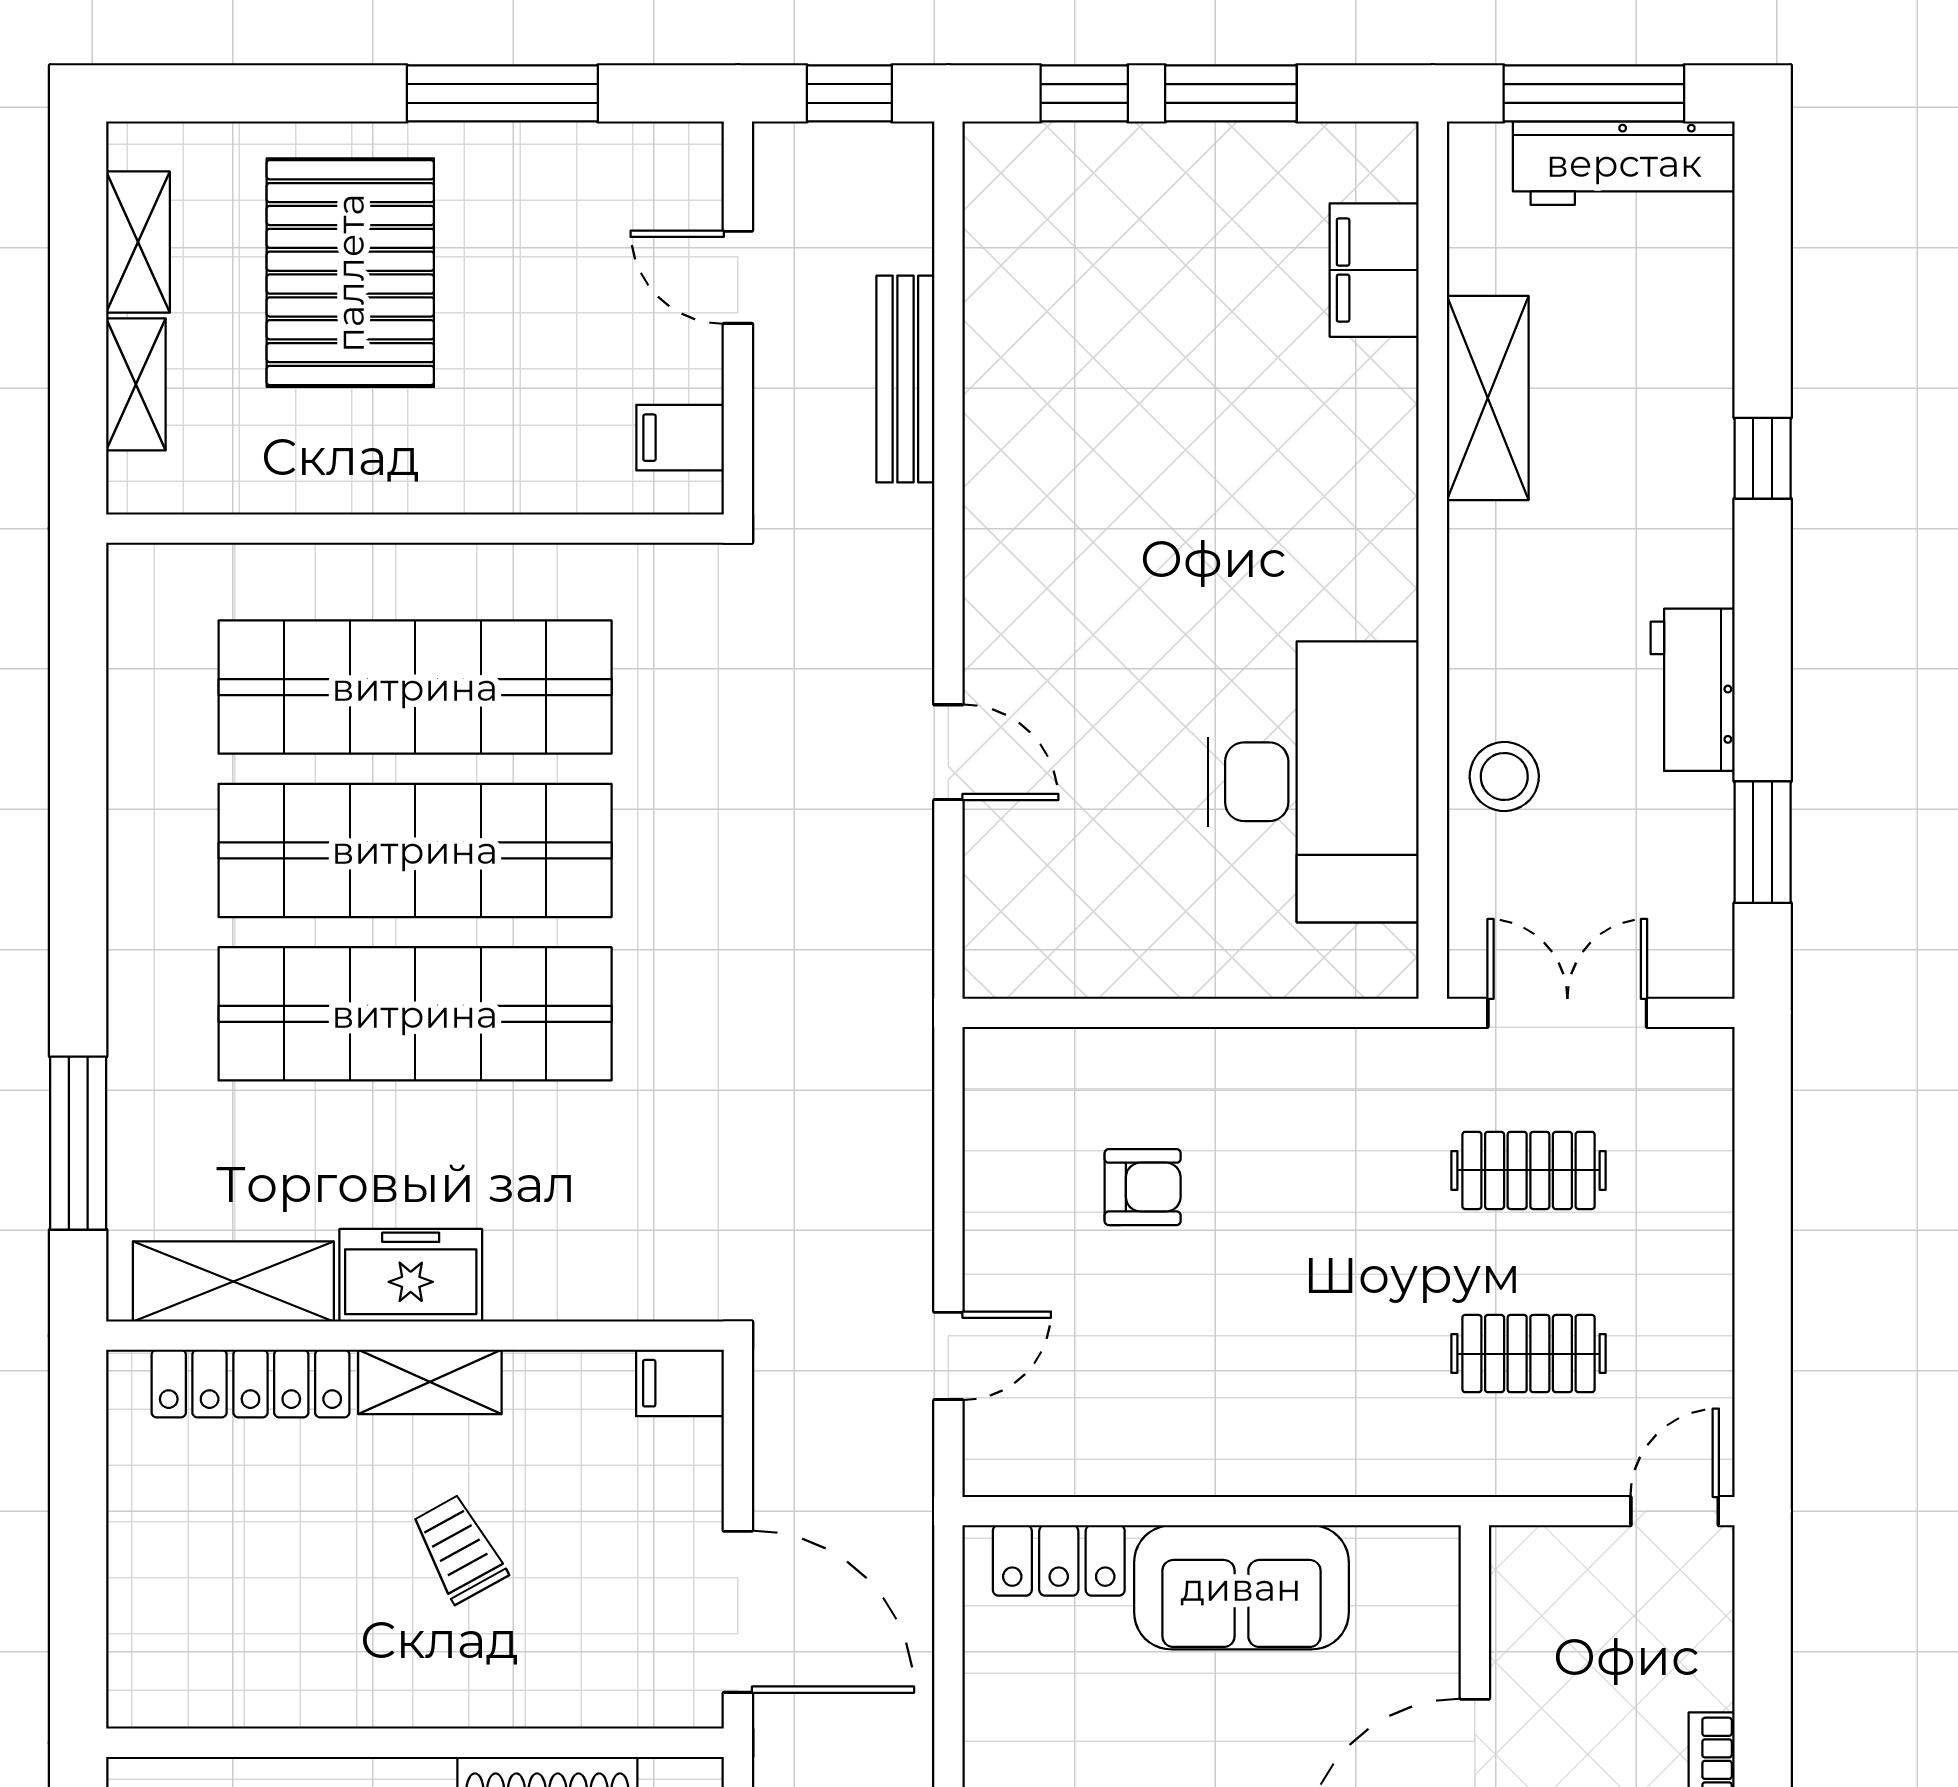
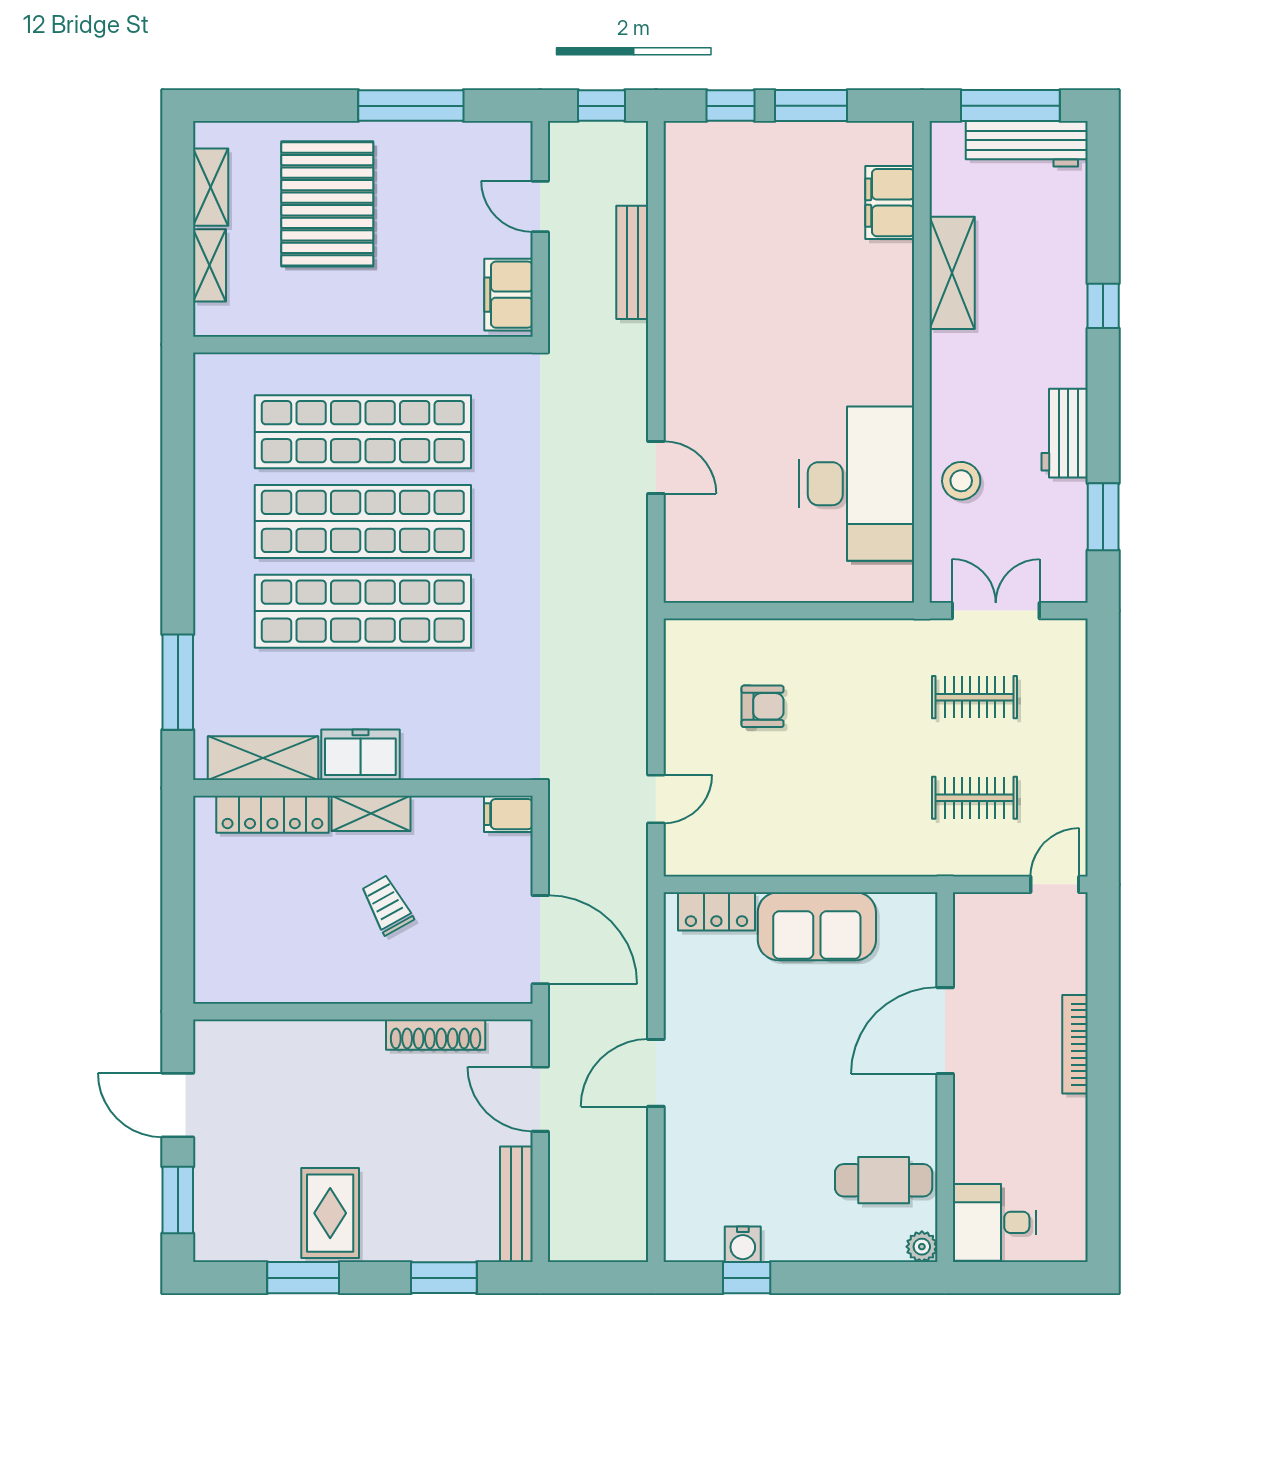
filing cabinet: (680, 438) -> (508, 295), width x2.00

